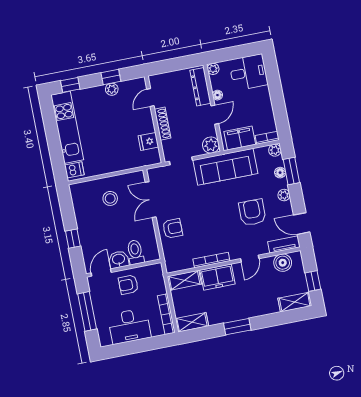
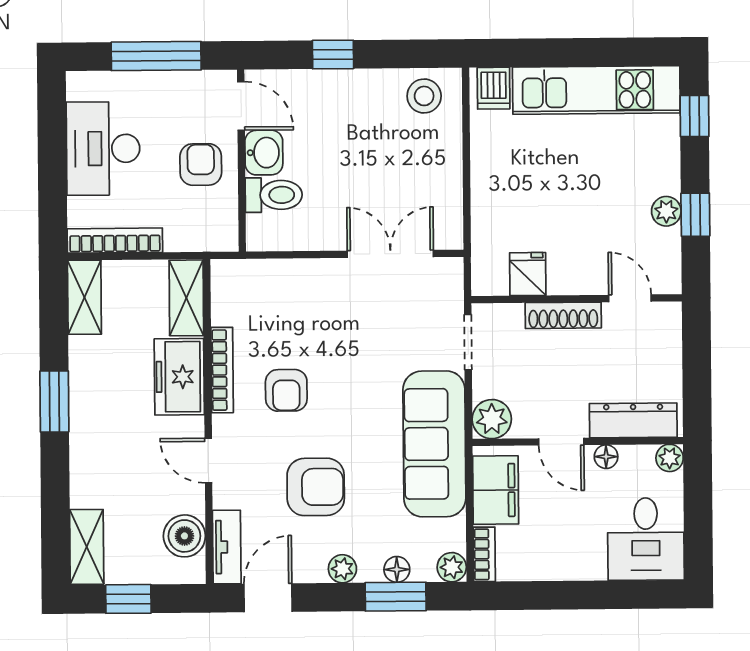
stool: (110, 198) -> (424, 96), moved
armchair: (173, 228) -> (286, 390), moved

